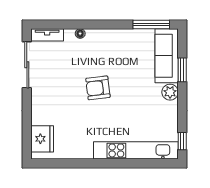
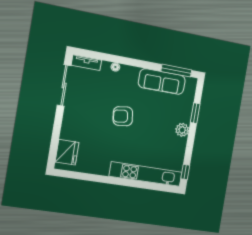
sofa: (167, 56) -> (162, 82), moved, turned -90

